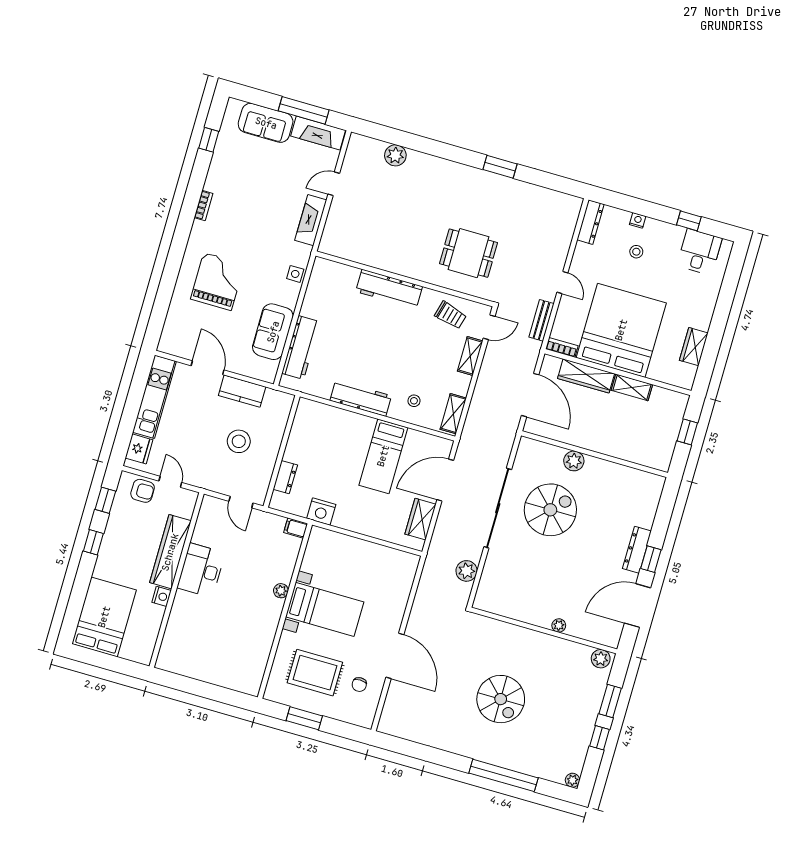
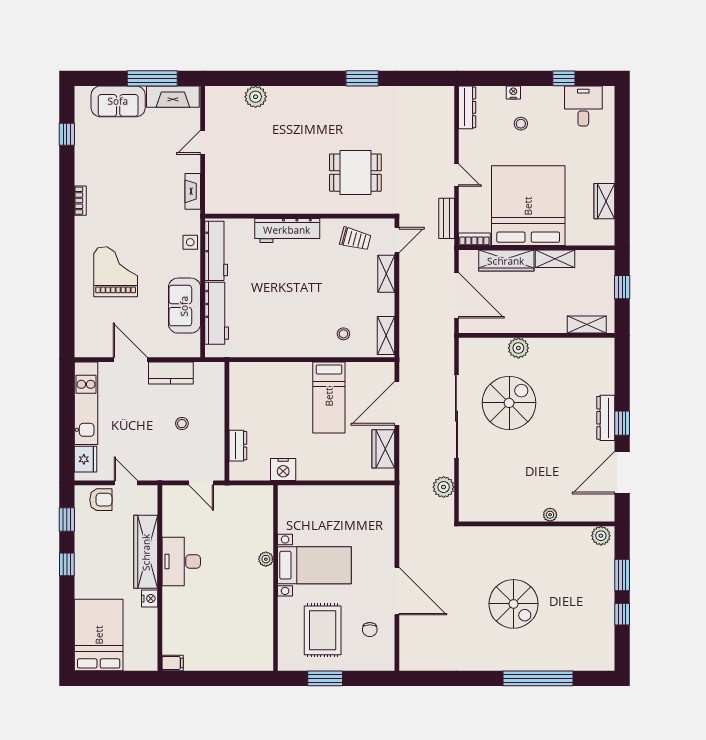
fireplace: (311, 220) -> (193, 191), width x0.73, depth x0.76
workbench: (361, 398) -> (216, 251), moved, turned 90
stool: (239, 441) -> (182, 424), width x0.53, depth x0.53
shelving: (644, 457) -> (587, 325), added
filing cabinet: (296, 528) -> (173, 663), moved, turned 180
rug: (315, 673) -> (323, 630), turned 90
plant: (572, 780) -> (607, 664), removed

